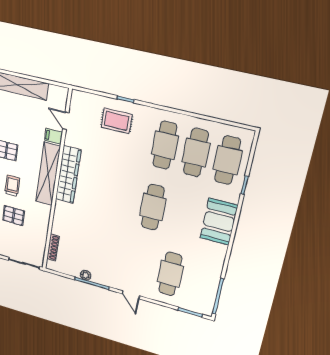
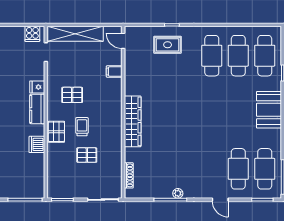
door: (66, 121) -> (123, 41), moved
shelving: (48, 174) -> (114, 107), removed
wardrobe: (68, 175) -> (133, 121), moved
cafe table: (153, 207) -> (265, 169), moved
plant: (86, 275) -> (178, 193), moved
door: (131, 295) -> (220, 200), moved

